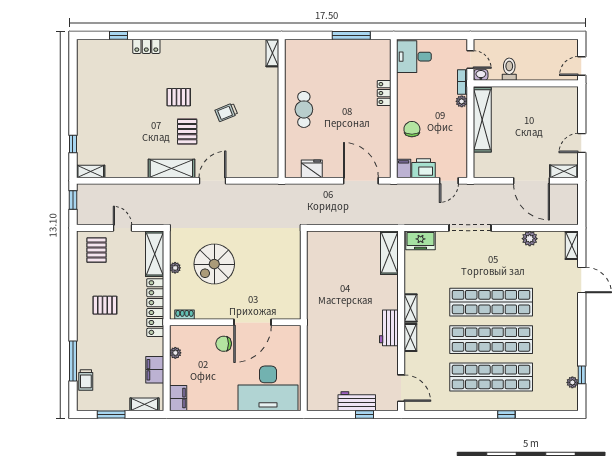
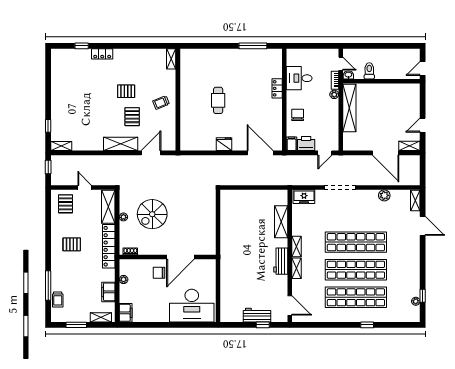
shelving: (272, 53) -> (171, 59), moved
desk: (414, 57) -> (299, 78), moved
wall: (282, 108) -> (178, 100), moved
shelving: (389, 253) -> (281, 222), moved

